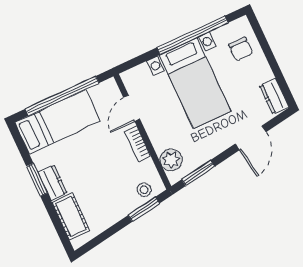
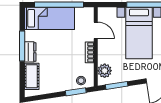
door: (132, 108) -> (96, 30), swing flipped
window: (37, 180) -> (22, 46), width x1.44

